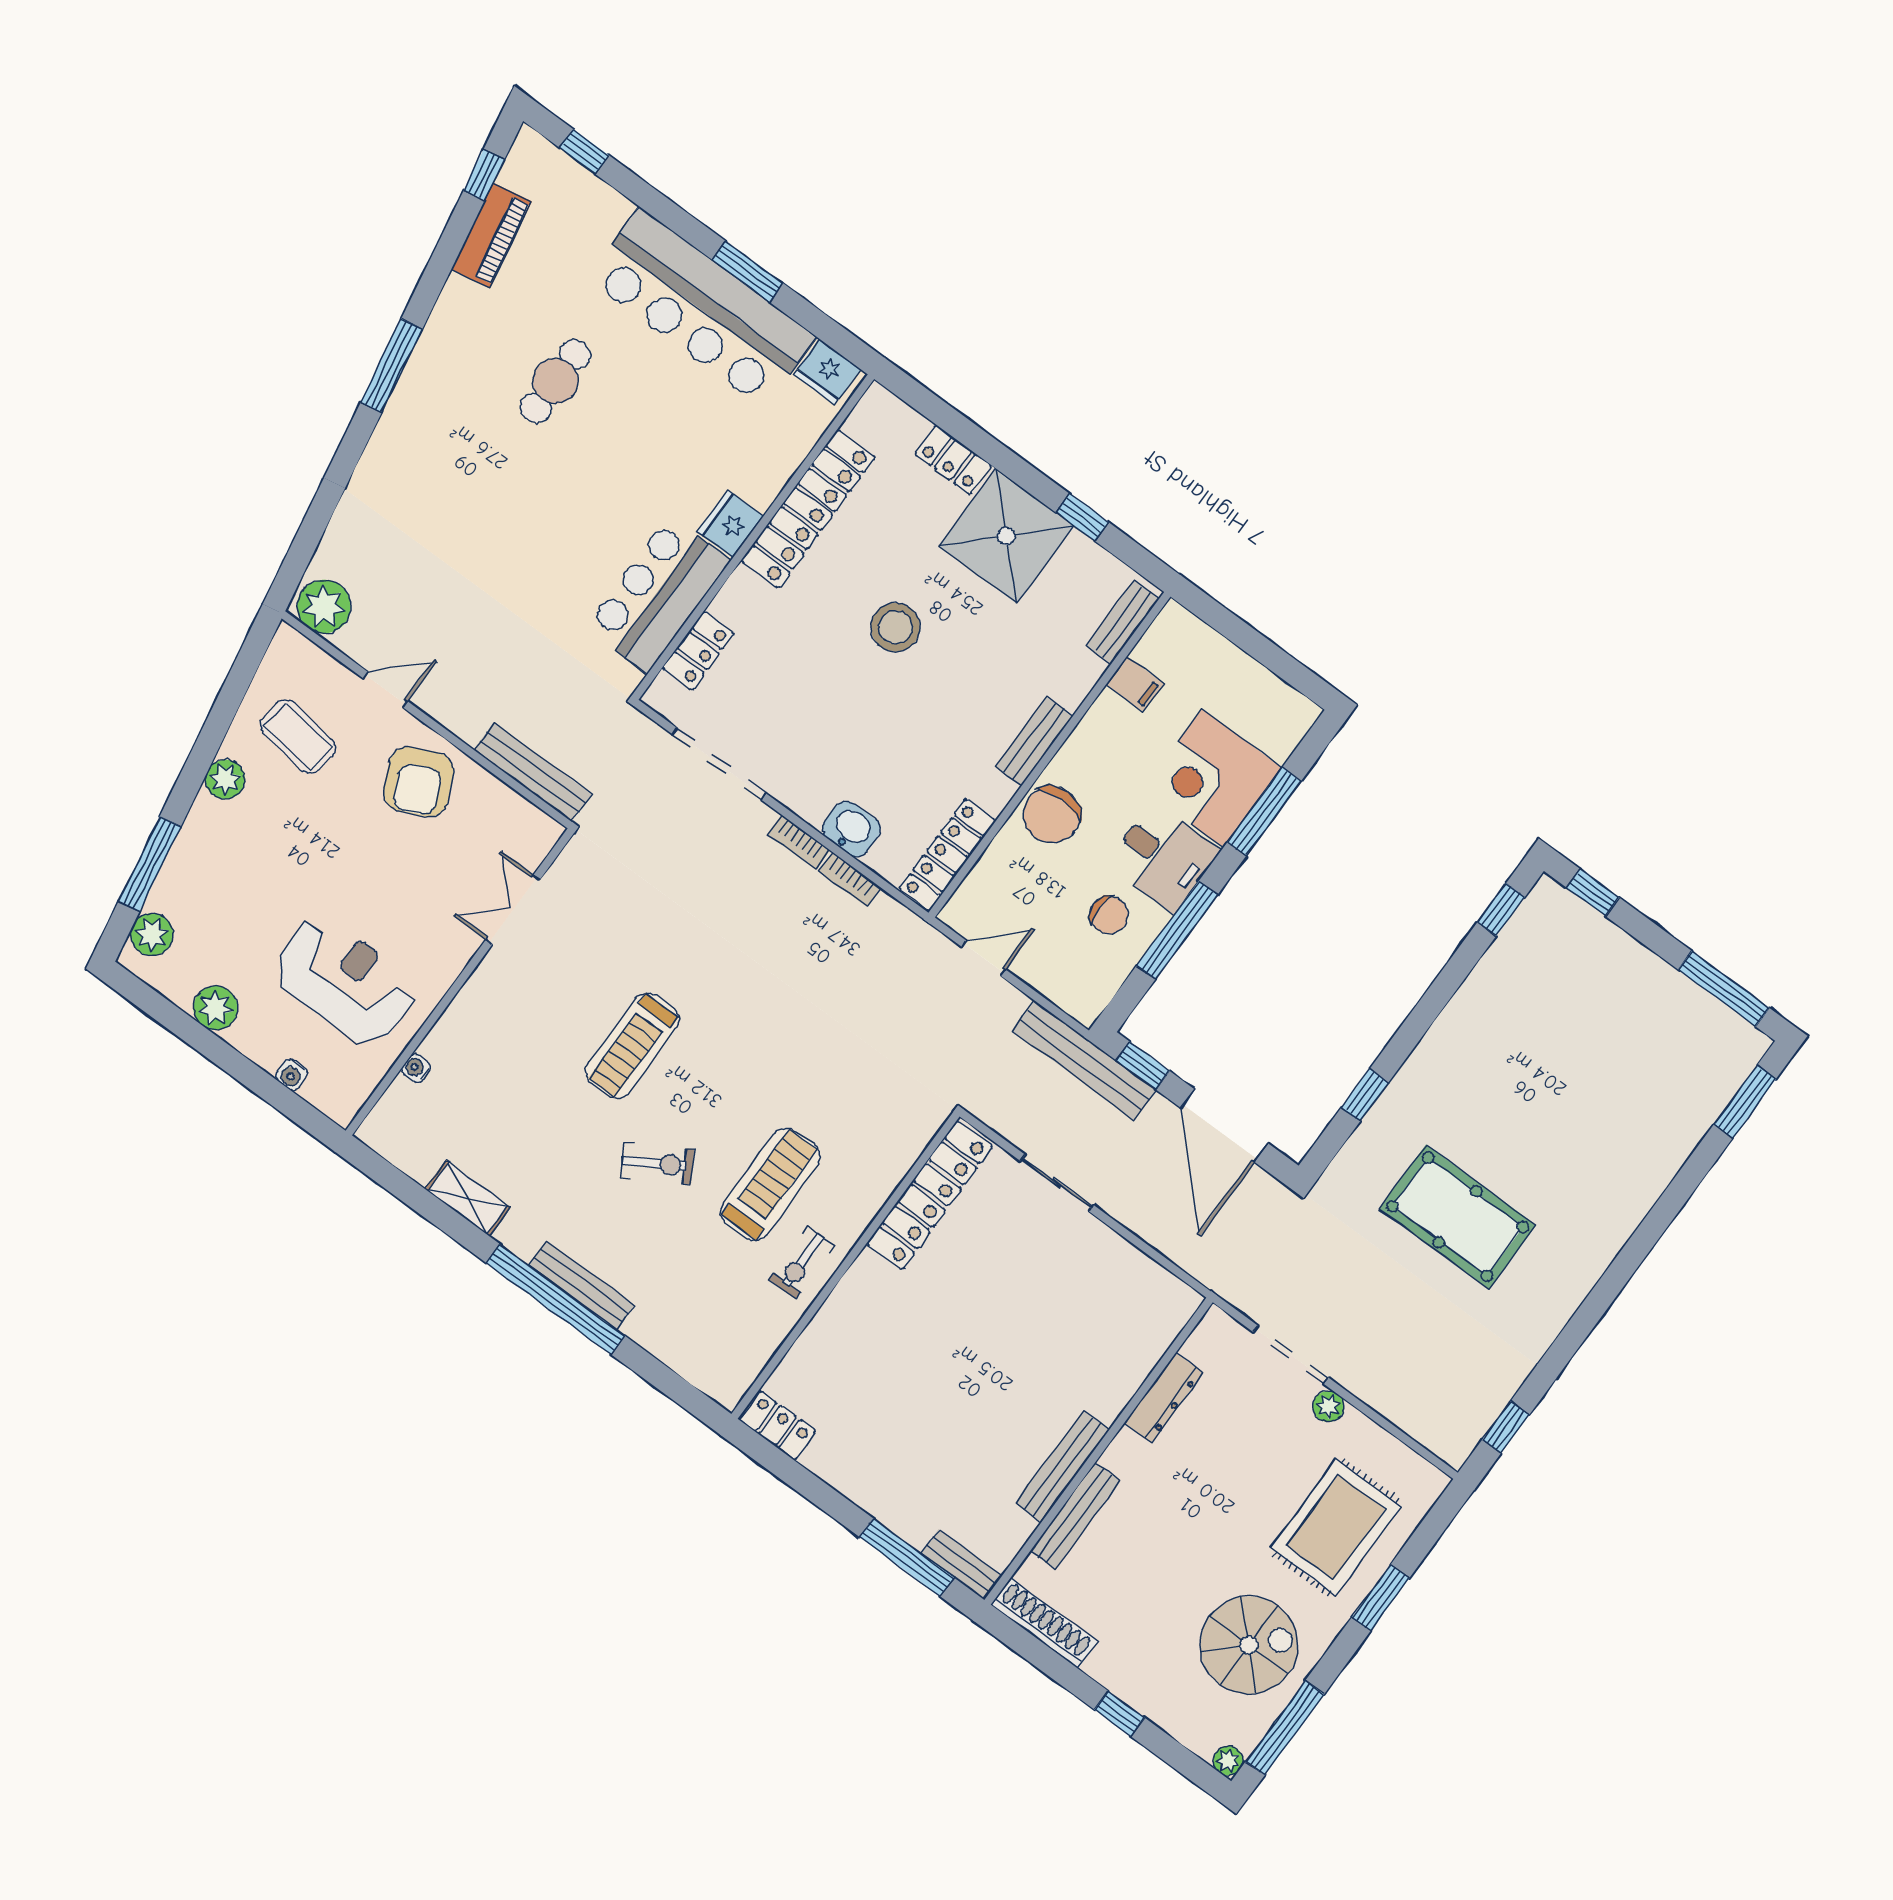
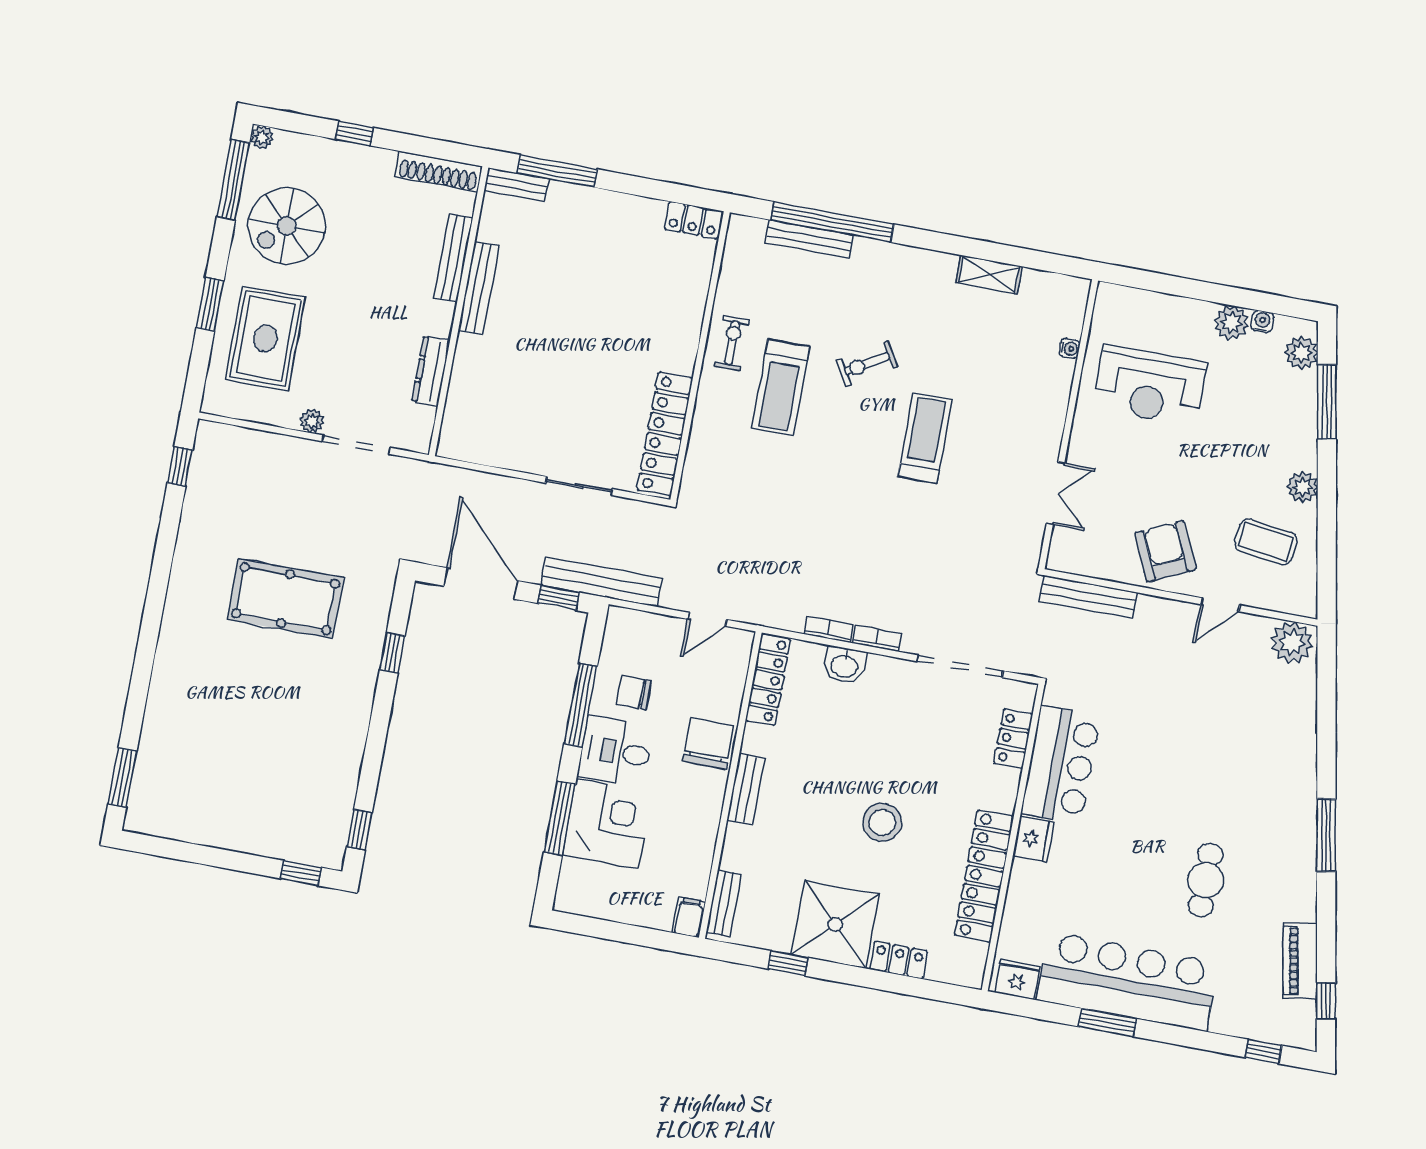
filing cabinet: (1135, 684) -> (689, 917), moved, turned 90
window: (1724, 989) -> (176, 850), removed
water cooler: (292, 1075) -> (1262, 322), moved
bench: (582, 1285) -> (809, 239), moved
window: (556, 1299) -> (832, 222), moved

